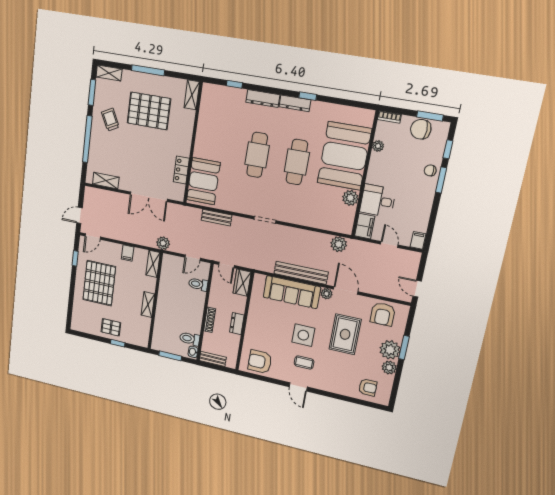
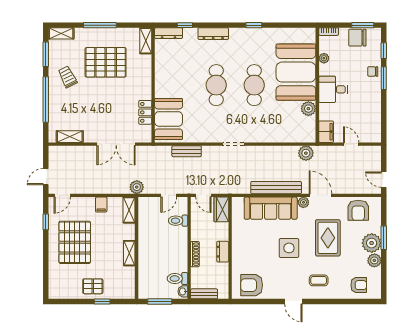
dresser: (295, 103) -> (169, 33), moved
desk: (378, 201) -> (333, 89), moved
filing cabinet: (418, 240) -> (375, 135), removed
coffee table: (304, 362) -> (319, 280), moved

